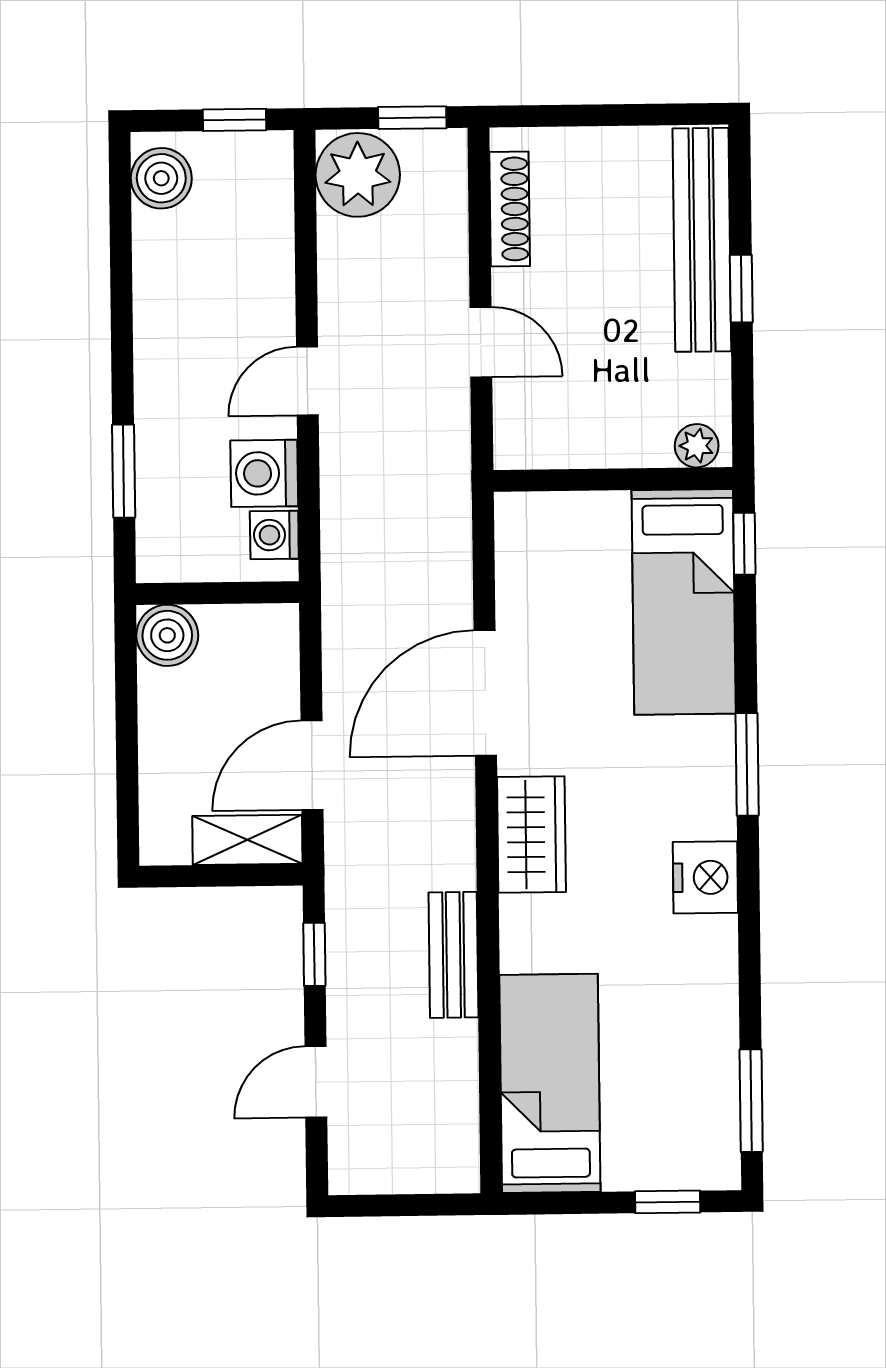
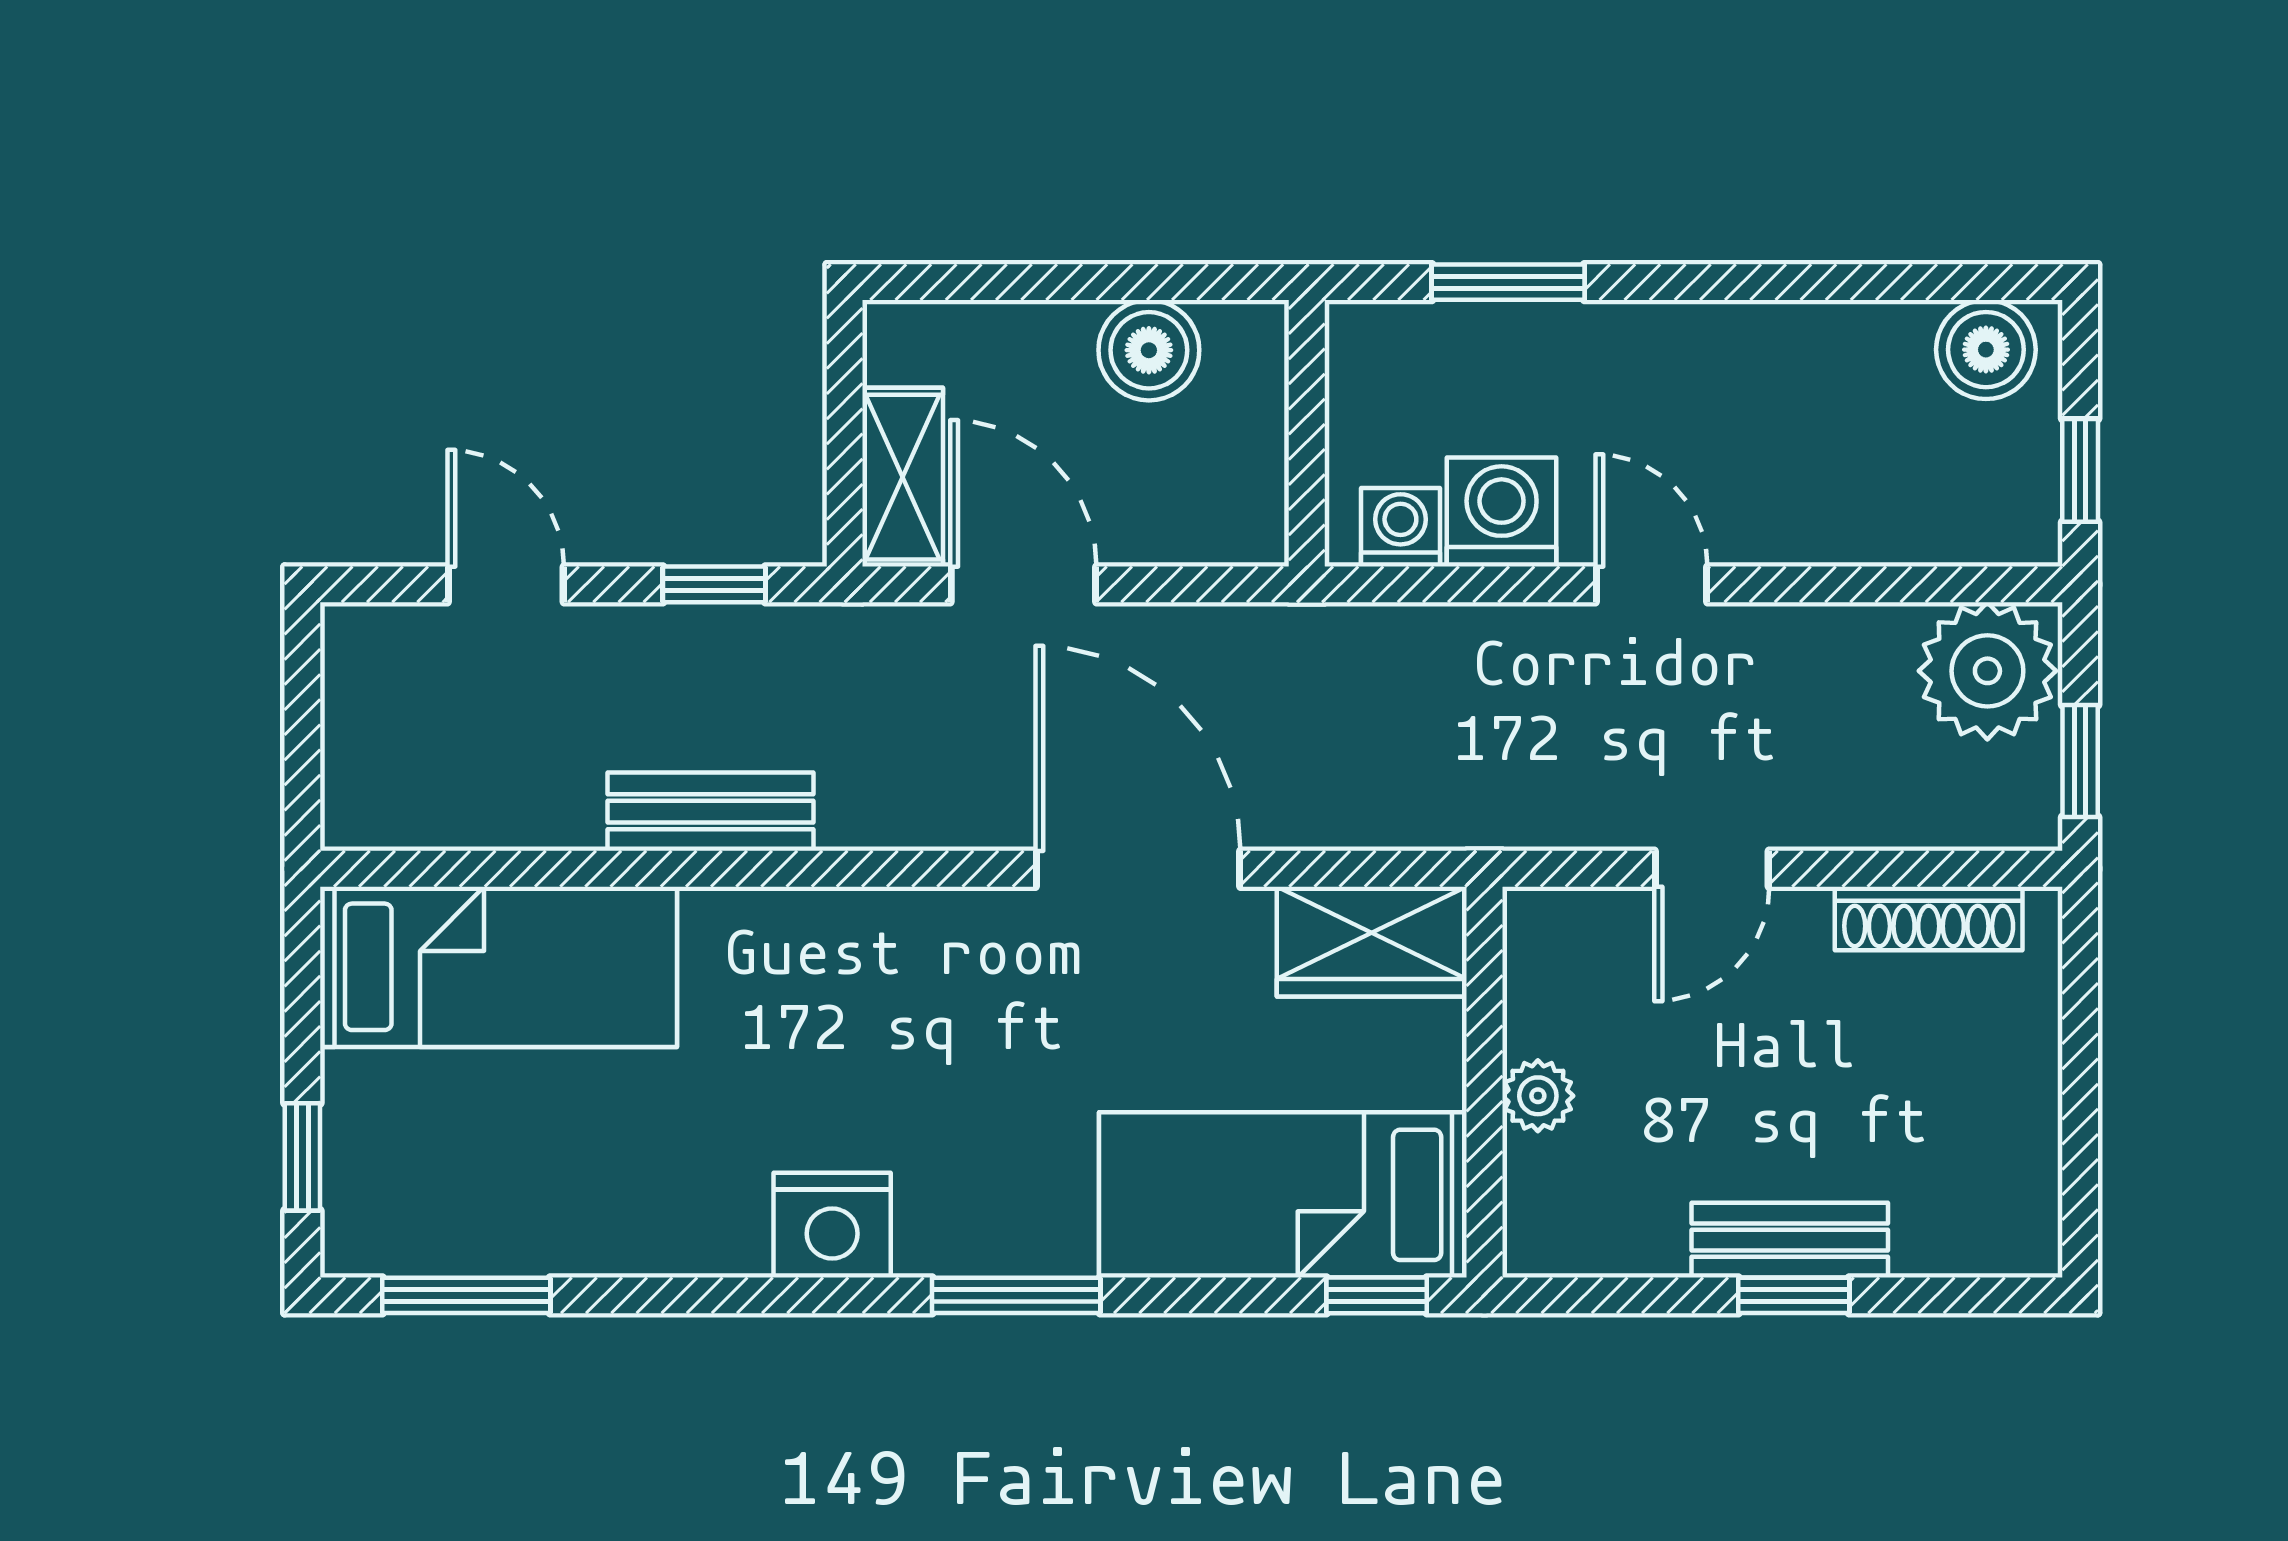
bench: (702, 240) -> (1790, 1240), width x0.54, depth x0.82
plant: (697, 446) -> (1538, 1096), moved
boiler: (167, 635) -> (1149, 350), moved
wardrobe: (531, 835) -> (1372, 942), moved

